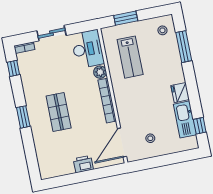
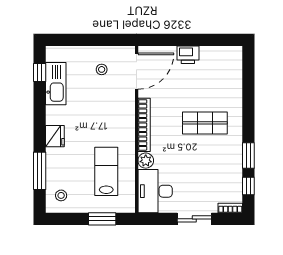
fridge: (180, 93) -> (55, 136), moved
shop shelf: (59, 112) -> (205, 123), turned 90
window: (23, 117) -> (248, 156), moved

